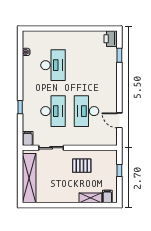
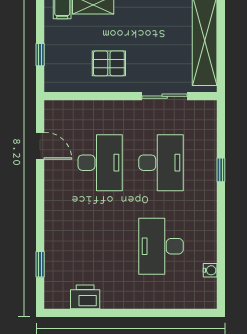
printer: (111, 39) -> (85, 297), moved, turned -90
desk: (53, 111) -> (161, 163), turned 180
filing cabinet: (28, 138) -> (207, 113), removed

